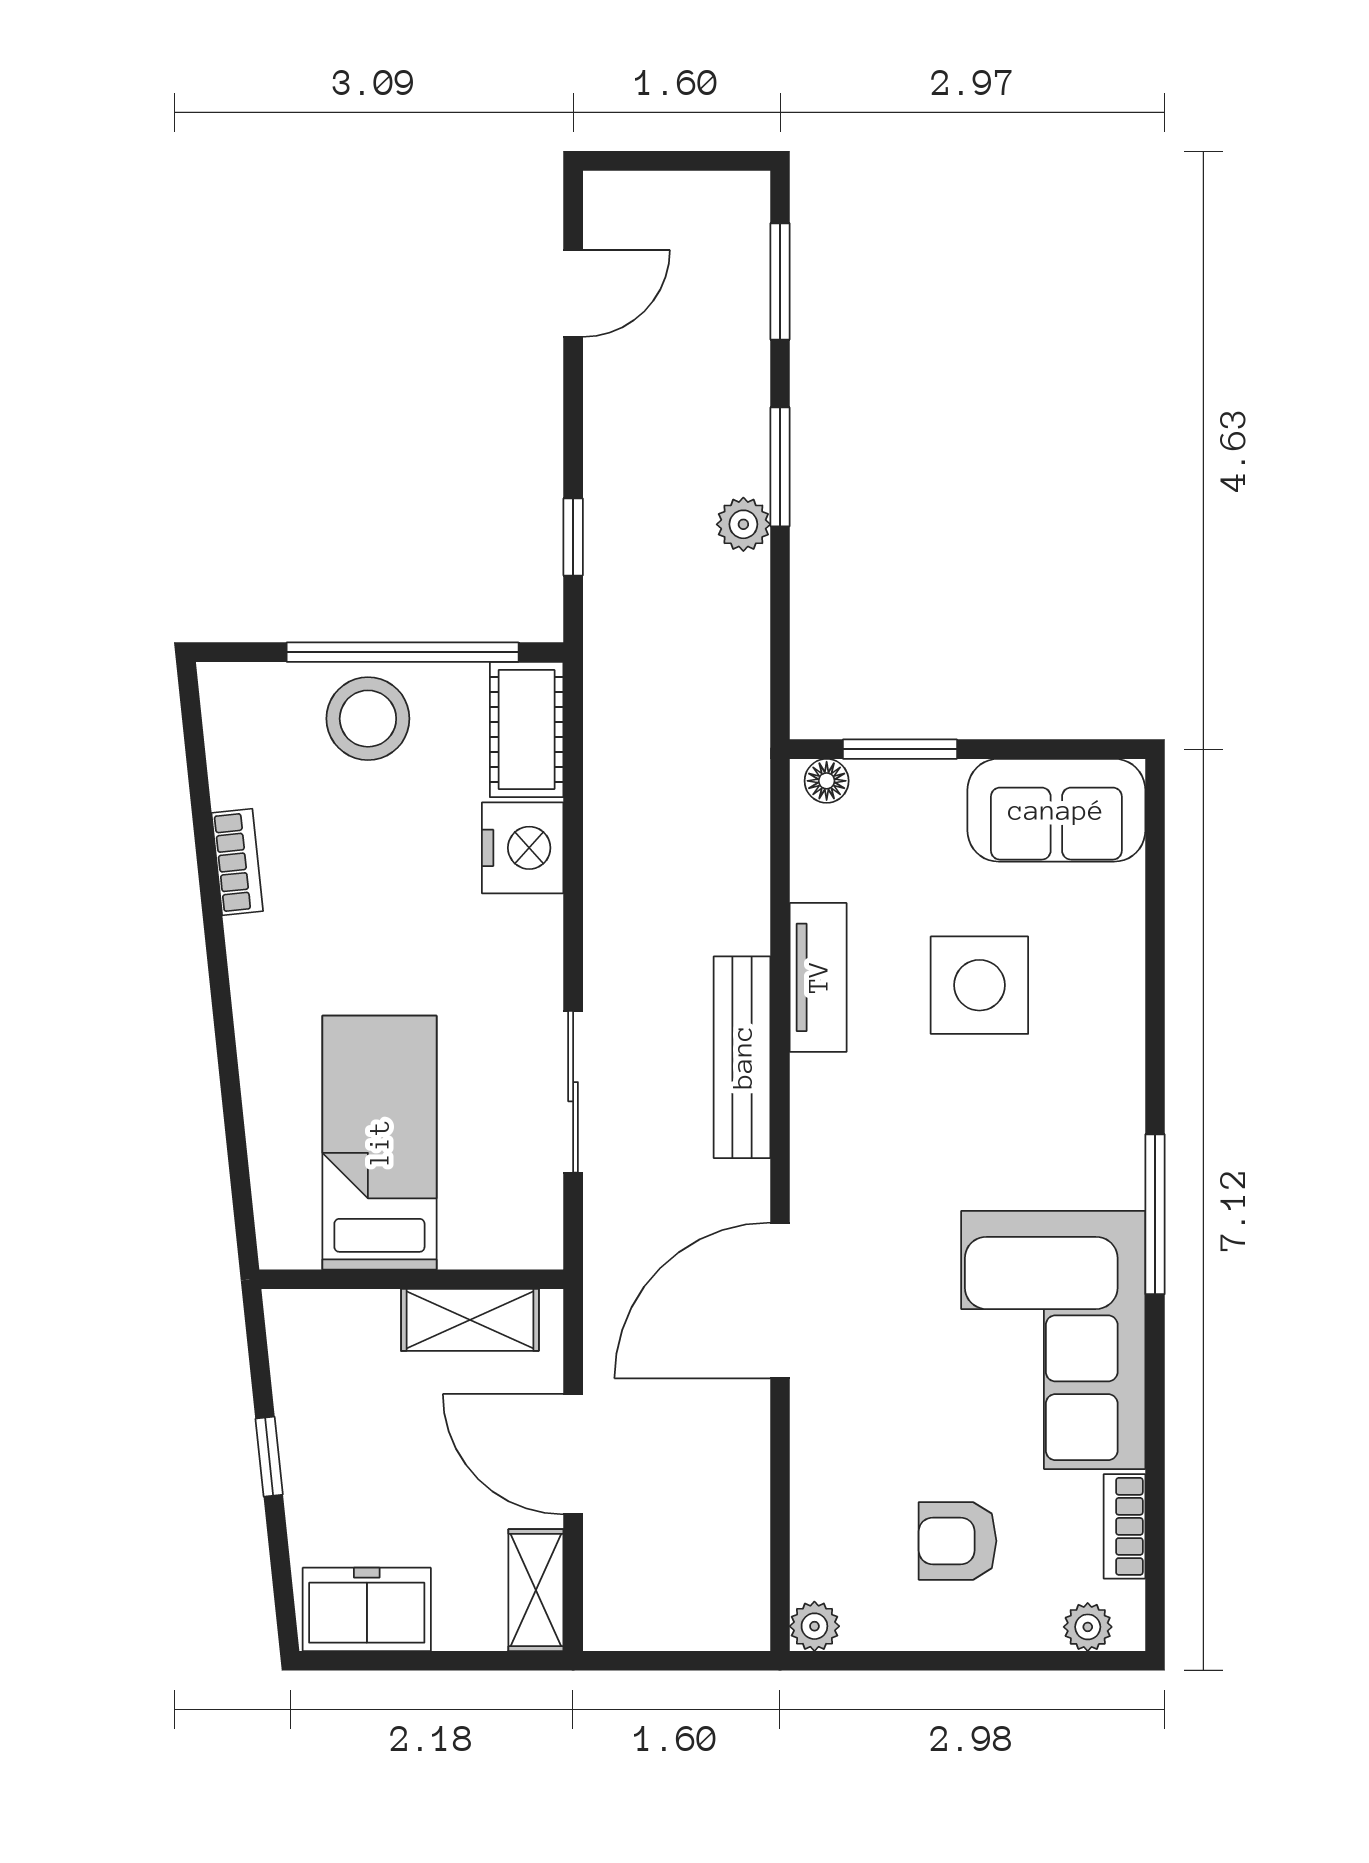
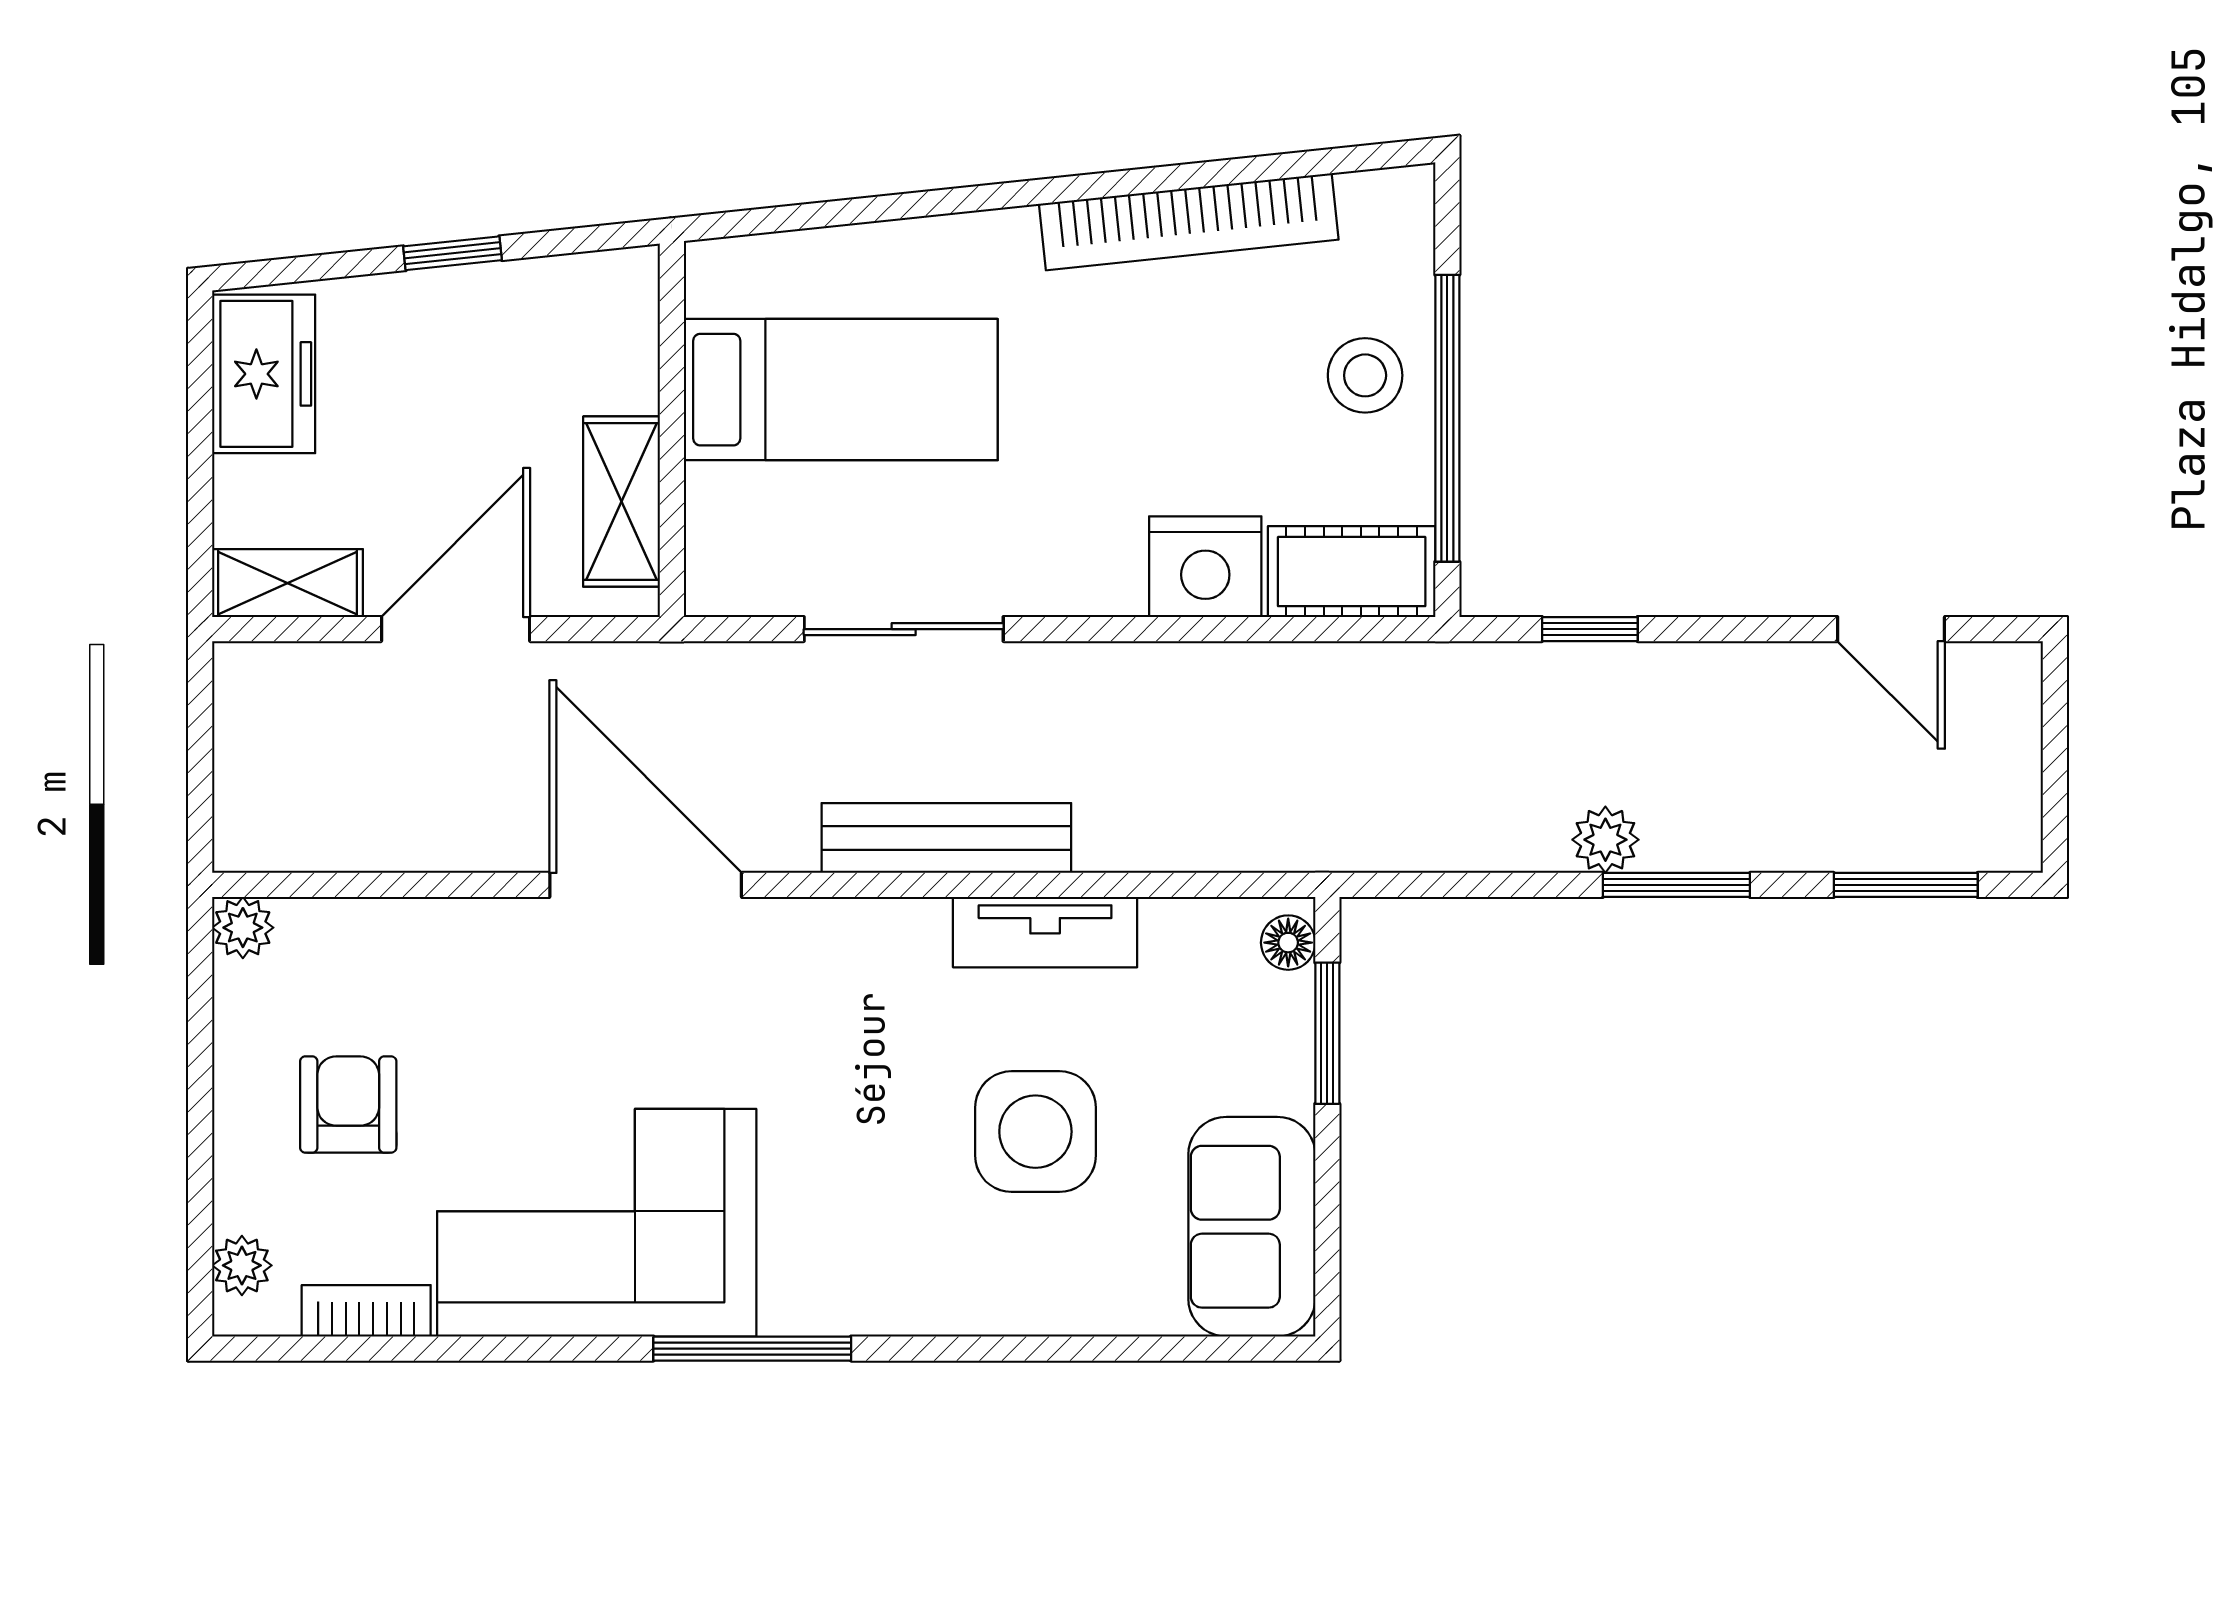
stool: (368, 719) -> (1365, 375), width x0.73, depth x0.73
bookcase: (237, 862) -> (1189, 222), width x2.31, depth x1.31

